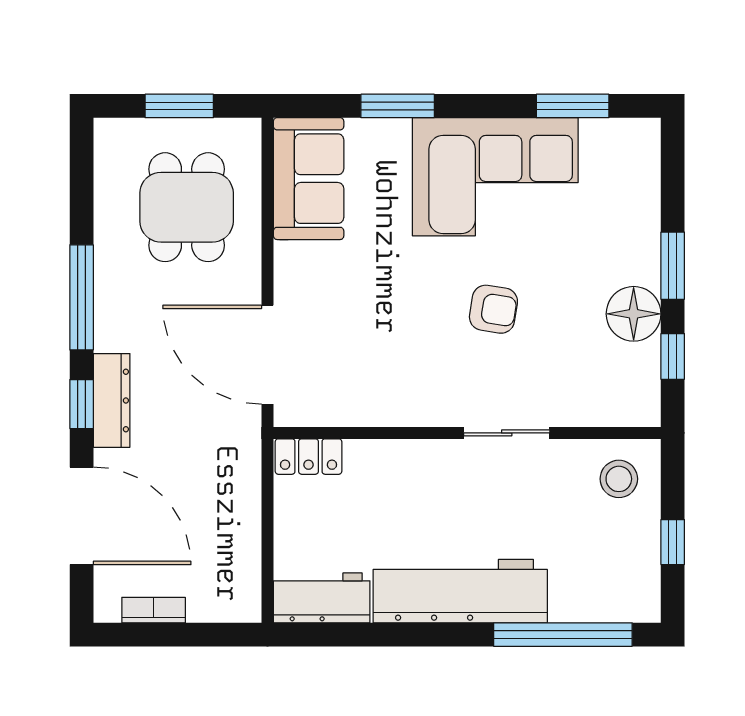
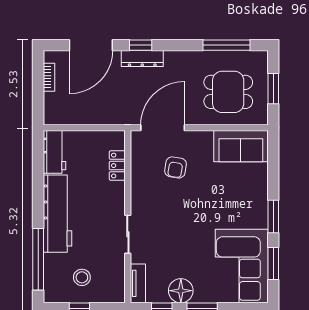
window: (398, 106) -> (273, 216), moved
corner sofa: (495, 177) -> (242, 266), moved
window: (82, 297) -> (226, 45), moved
armchair: (493, 309) -> (175, 167), moved
tv unit: (617, 410) -> (138, 283), added
locker: (309, 457) -> (117, 166), moved
stool: (619, 479) -> (82, 277), moved

